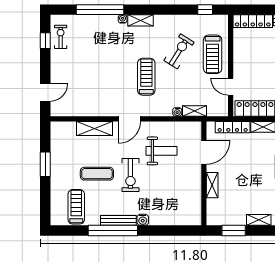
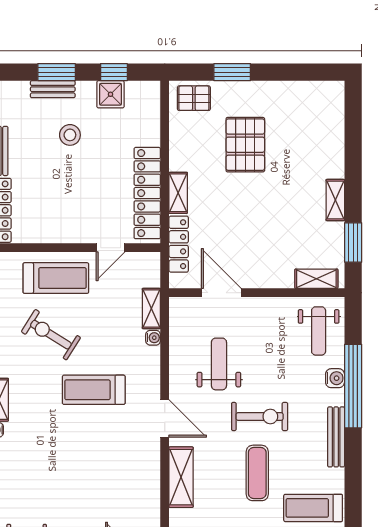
shelving: (212, 185) -> (316, 279), moved
weight bench: (181, 210) -> (319, 331), added
water cooler: (143, 220) -> (335, 378), moved
window: (113, 230) -> (353, 386), moved

